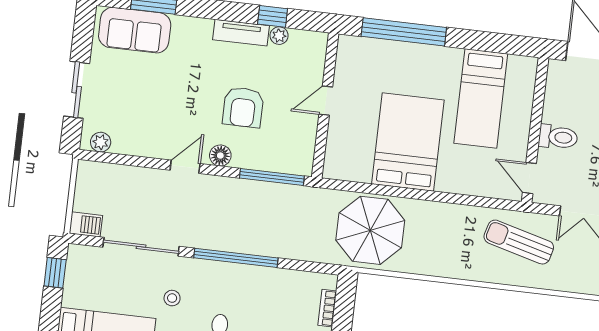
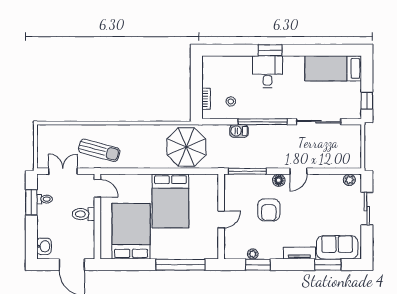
window: (273, 16) -> (258, 265), width x1.50
tv unit: (241, 33) -> (299, 253), moved
bed: (481, 98) -> (131, 231), width x1.50
armchair: (243, 107) -> (269, 210), turned 180
barbecue: (86, 224) -> (239, 131), moved
stool: (172, 298) -> (231, 102), moved

